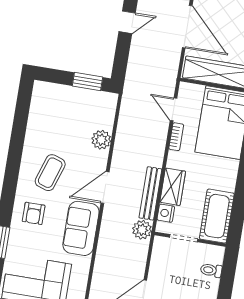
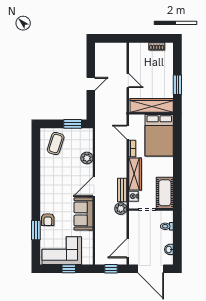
door: (187, 27) -> (128, 81), width x0.53
coffee table: (50, 173) -> (56, 143), moved
wardrobe: (173, 187) -> (135, 174), width x1.50
bench: (150, 193) -> (122, 190), width x0.73
armchair: (34, 213) -> (48, 220), moved

